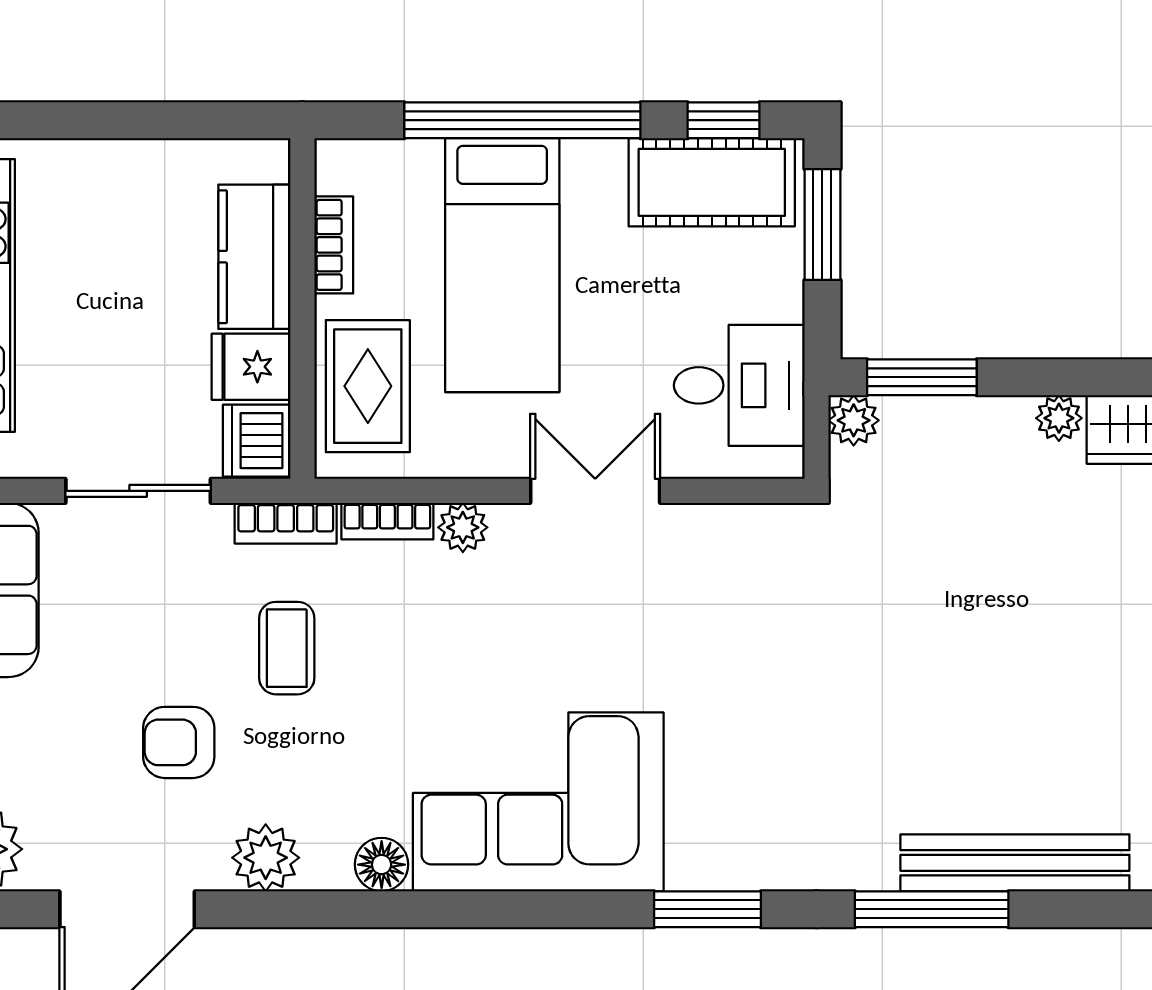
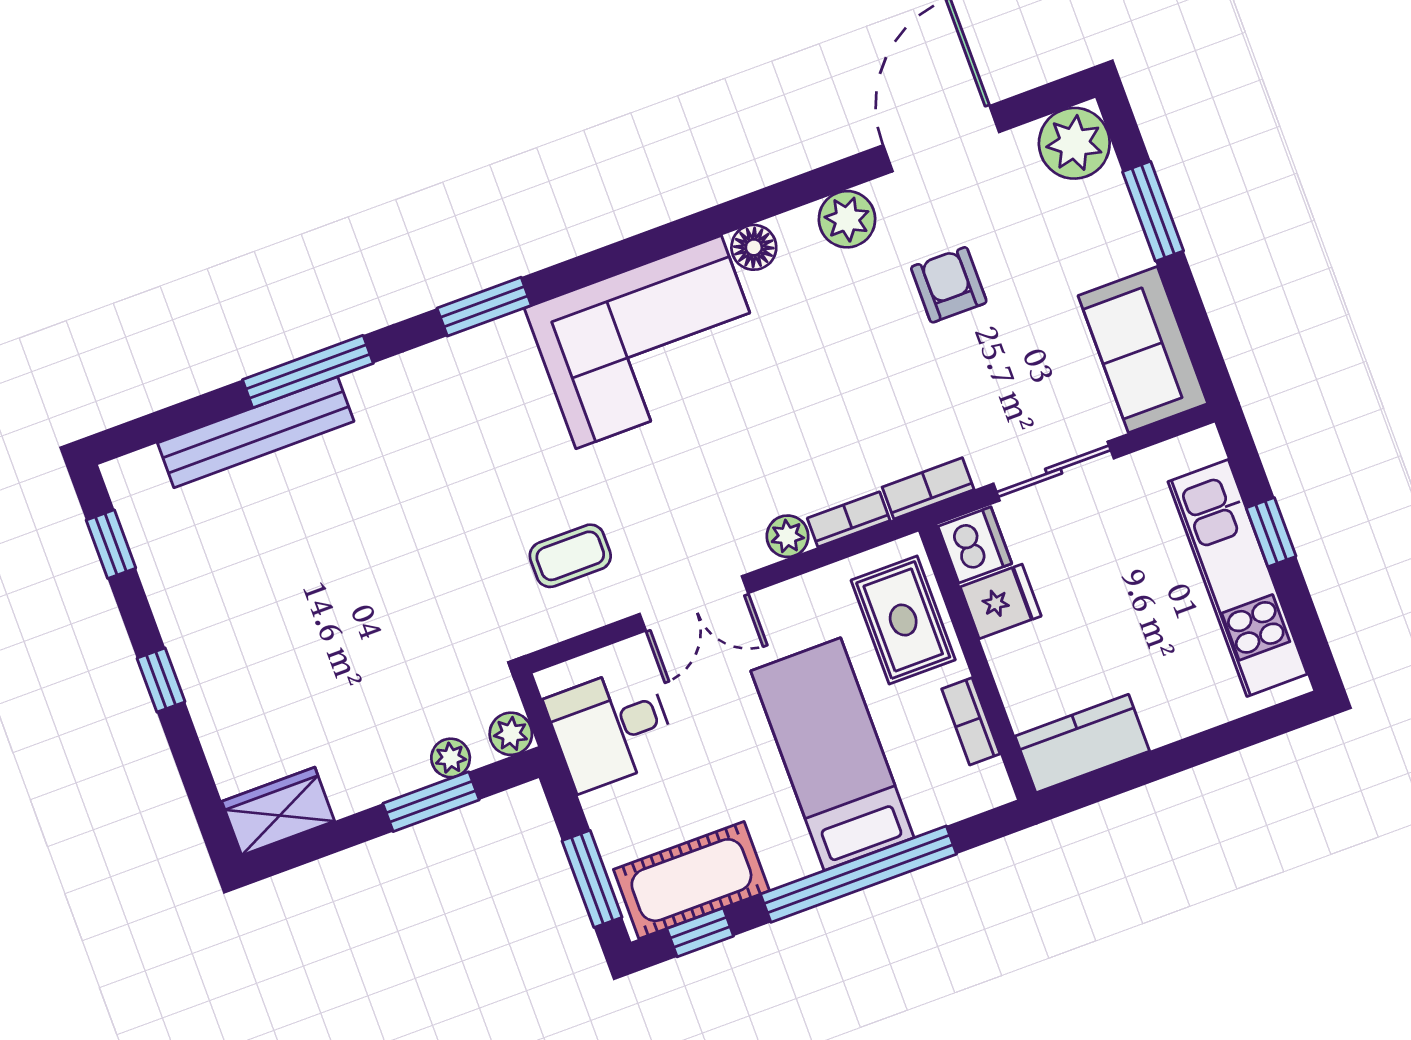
kitchen counter: (254, 257) -> (1082, 744), moved, turned -90
window: (922, 377) -> (431, 802), moved
plant: (1059, 418) -> (451, 758), moved
coffee table: (287, 648) -> (570, 556), moved, turned 90
armchair: (179, 742) -> (949, 285), turned -90

